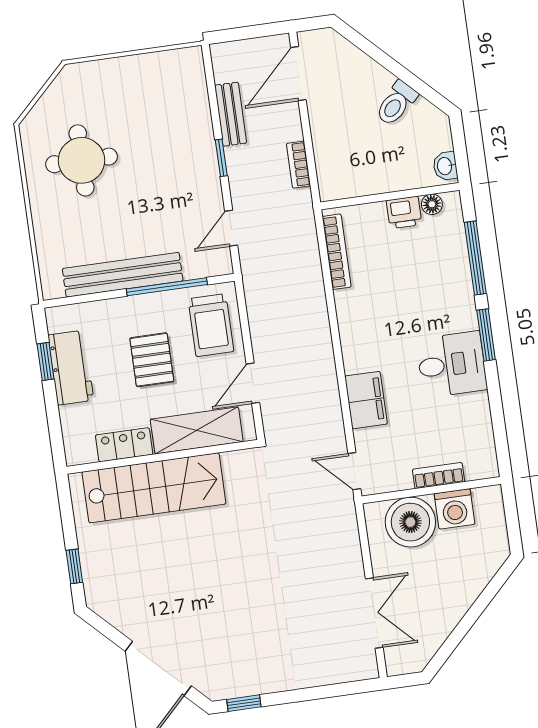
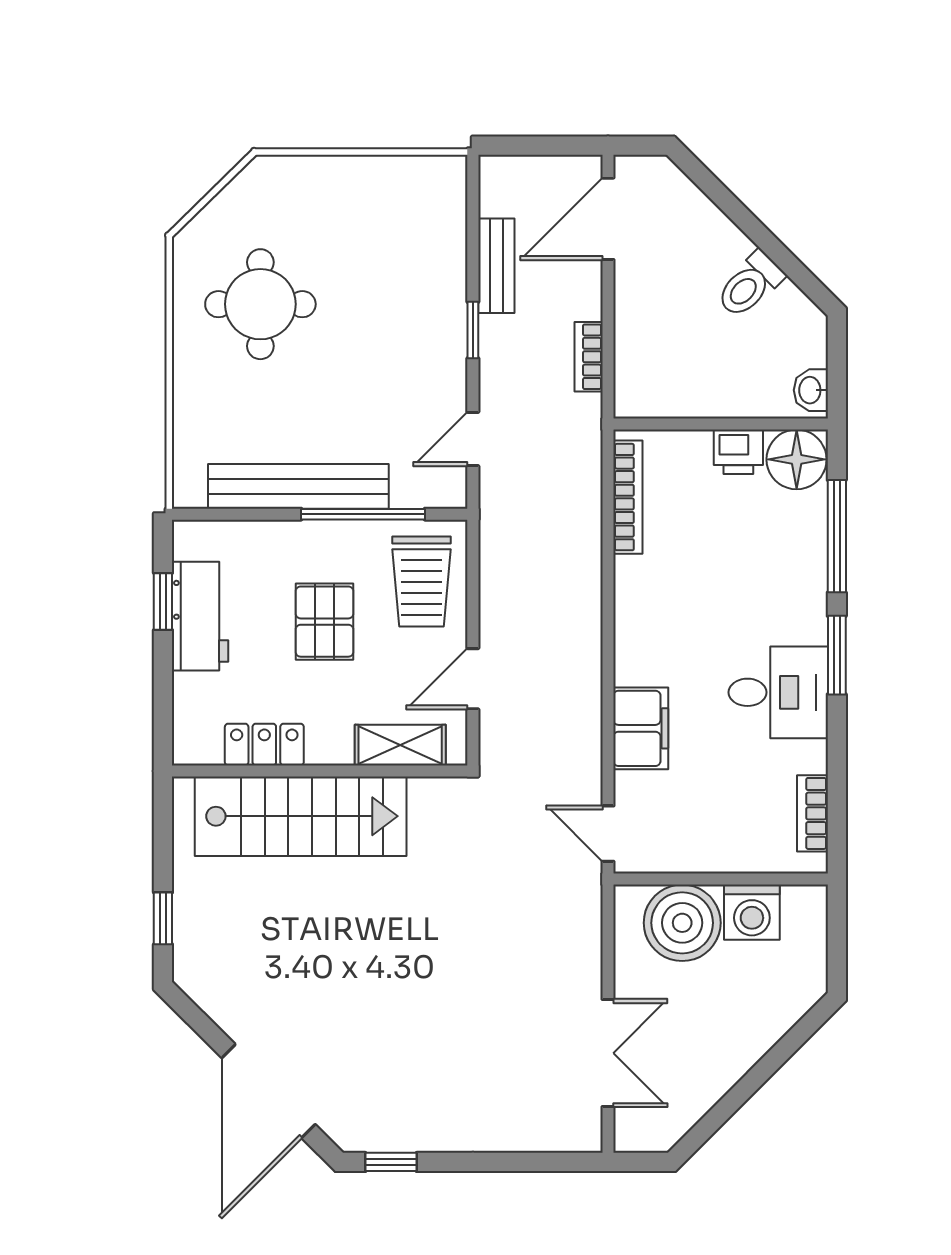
floor lamp: (432, 204) -> (797, 459), width x1.89, depth x1.89
shelving: (197, 430) -> (400, 745), width x0.67, depth x0.75
bookcase: (439, 476) -> (812, 813), moved, turned -90

